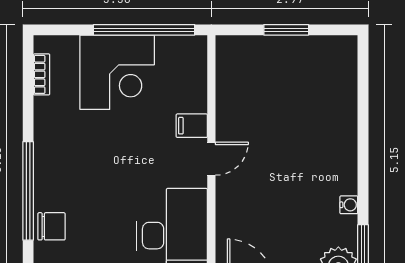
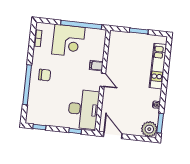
kitchen unit: (342, 110) -> (158, 66), added
door: (211, 159) -> (103, 80), hinge flipped
chair: (51, 226) -> (45, 75), moved

